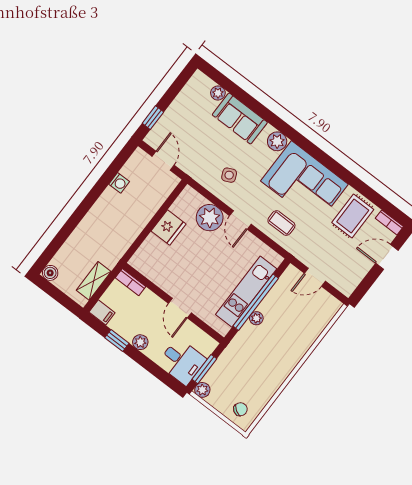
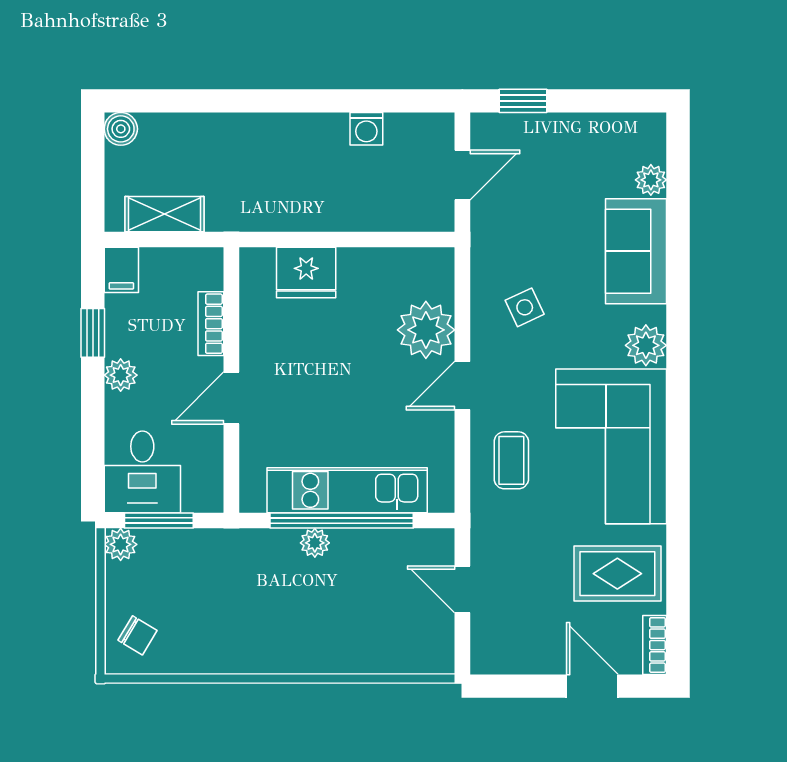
fridge: (169, 228) -> (306, 273), moved
bookcase: (131, 282) -> (211, 324), moved

